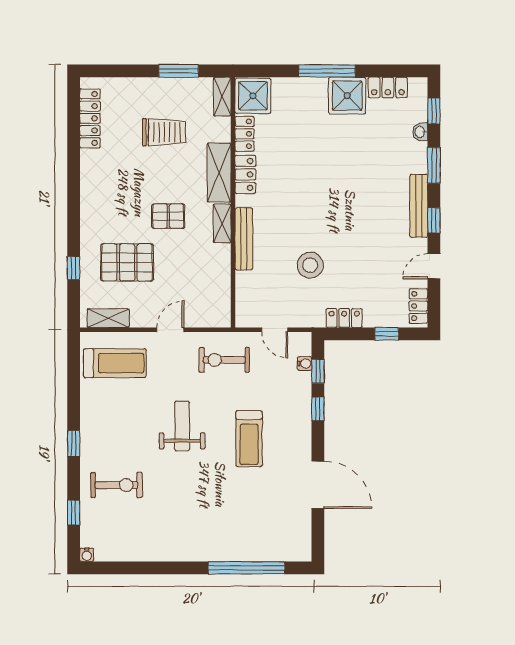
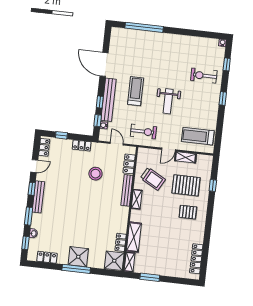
shower: (347, 96) -> (78, 257), moved
trolley: (164, 132) -> (153, 179), moved, turned -151
shelving: (219, 173) -> (134, 237), moved
locker: (245, 174) -> (129, 164), moved
pallet: (168, 216) -> (188, 212), moved
shelving: (108, 318) -> (186, 157), moved
bench: (301, 415) -> (108, 100), added

